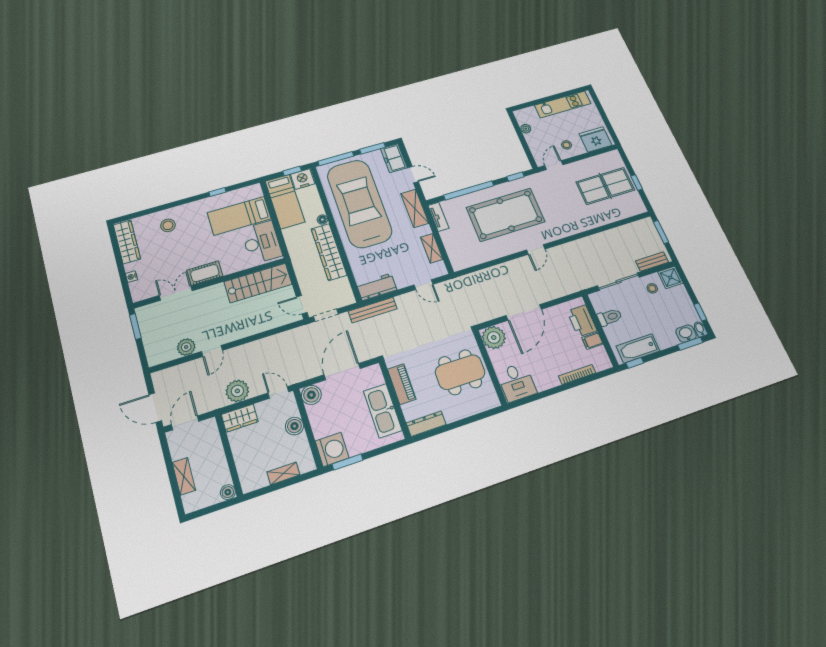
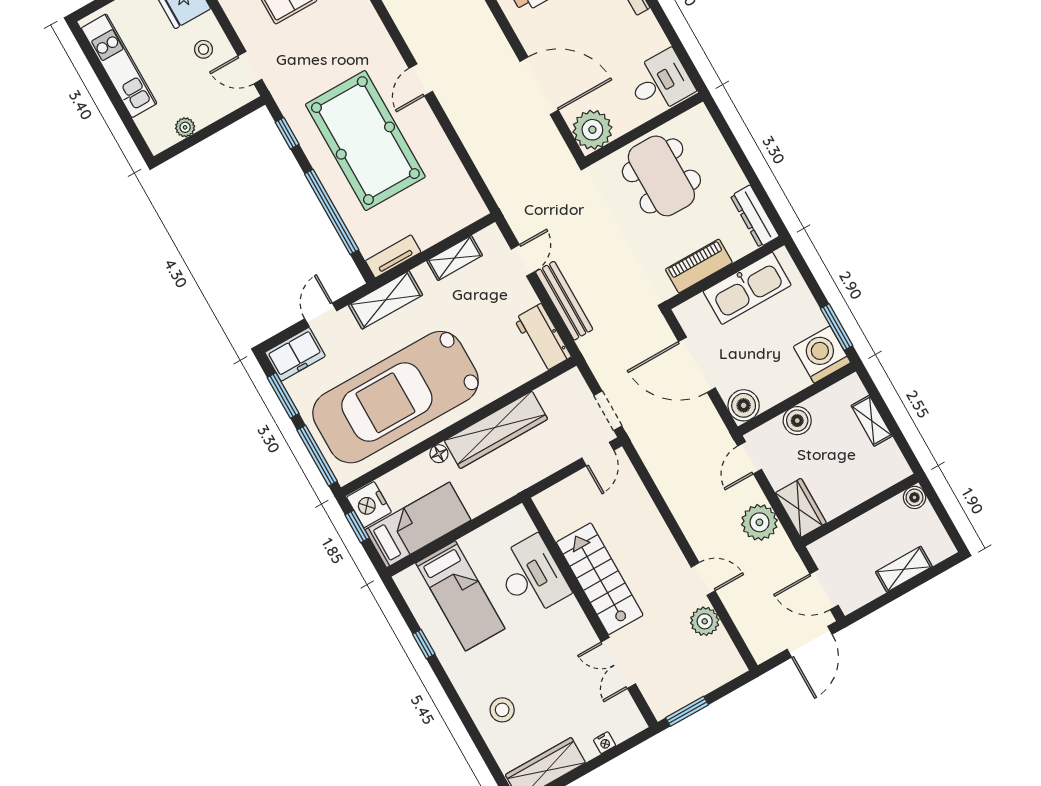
desk: (262, 242) -> (532, 576), moved, turned 90
door: (536, 249) -> (421, 80), swing flipped
cot: (205, 273) -> (575, 626), removed
stairs: (258, 283) -> (600, 579), moved
bench: (373, 310) -> (564, 301), moved

